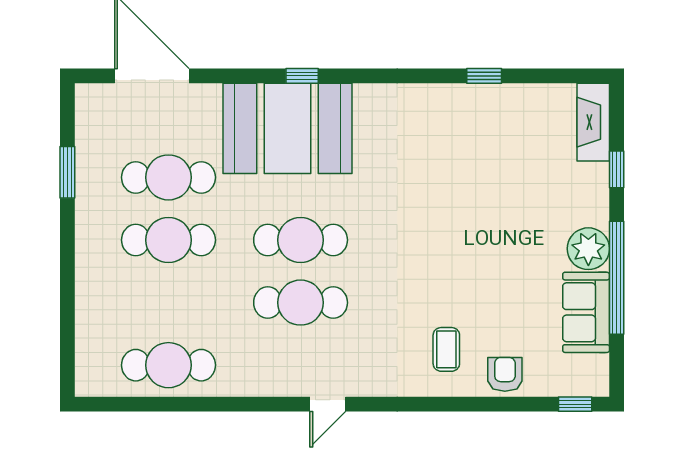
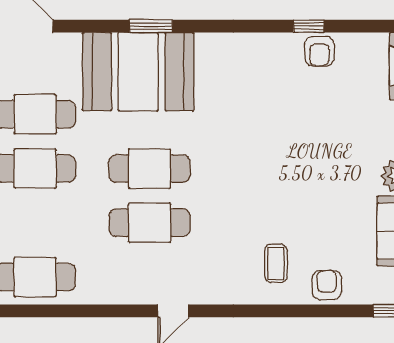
window: (302, 76) -> (151, 26), width x1.50
armchair: (496, 105) -> (319, 51), added

